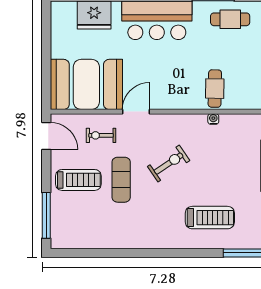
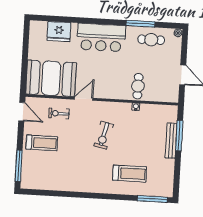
exercise bike: (169, 163) -> (104, 135), turned 137
exercise mat: (121, 180) -> (71, 144), removed

